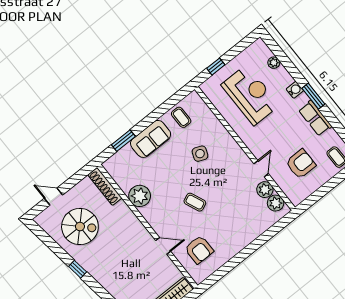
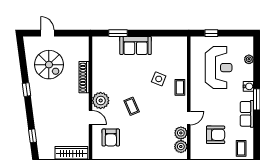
coffee table: (181, 117) -> (180, 87), moved
shoe rack: (105, 186) -> (84, 77), moved
plant: (140, 196) -> (101, 101), moved

